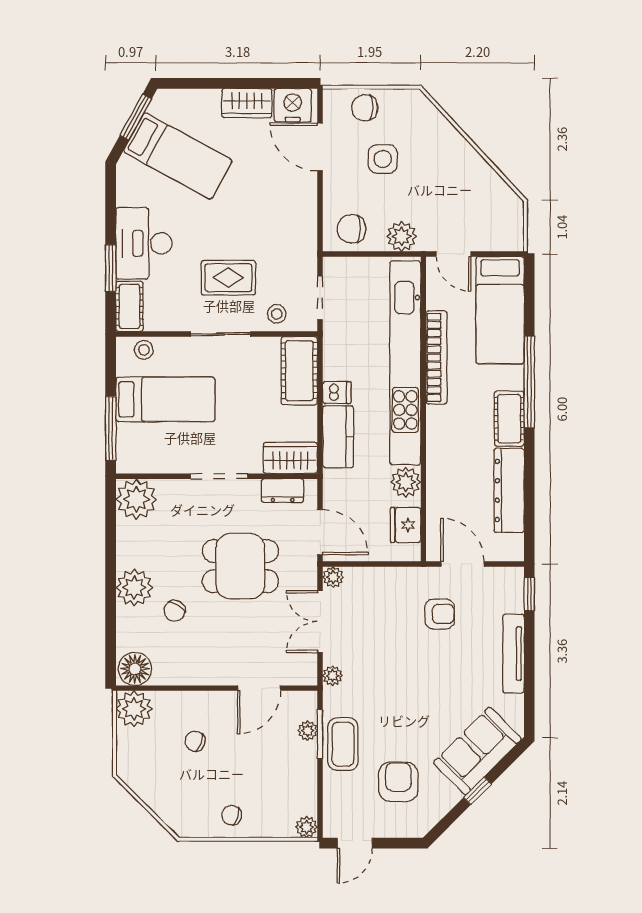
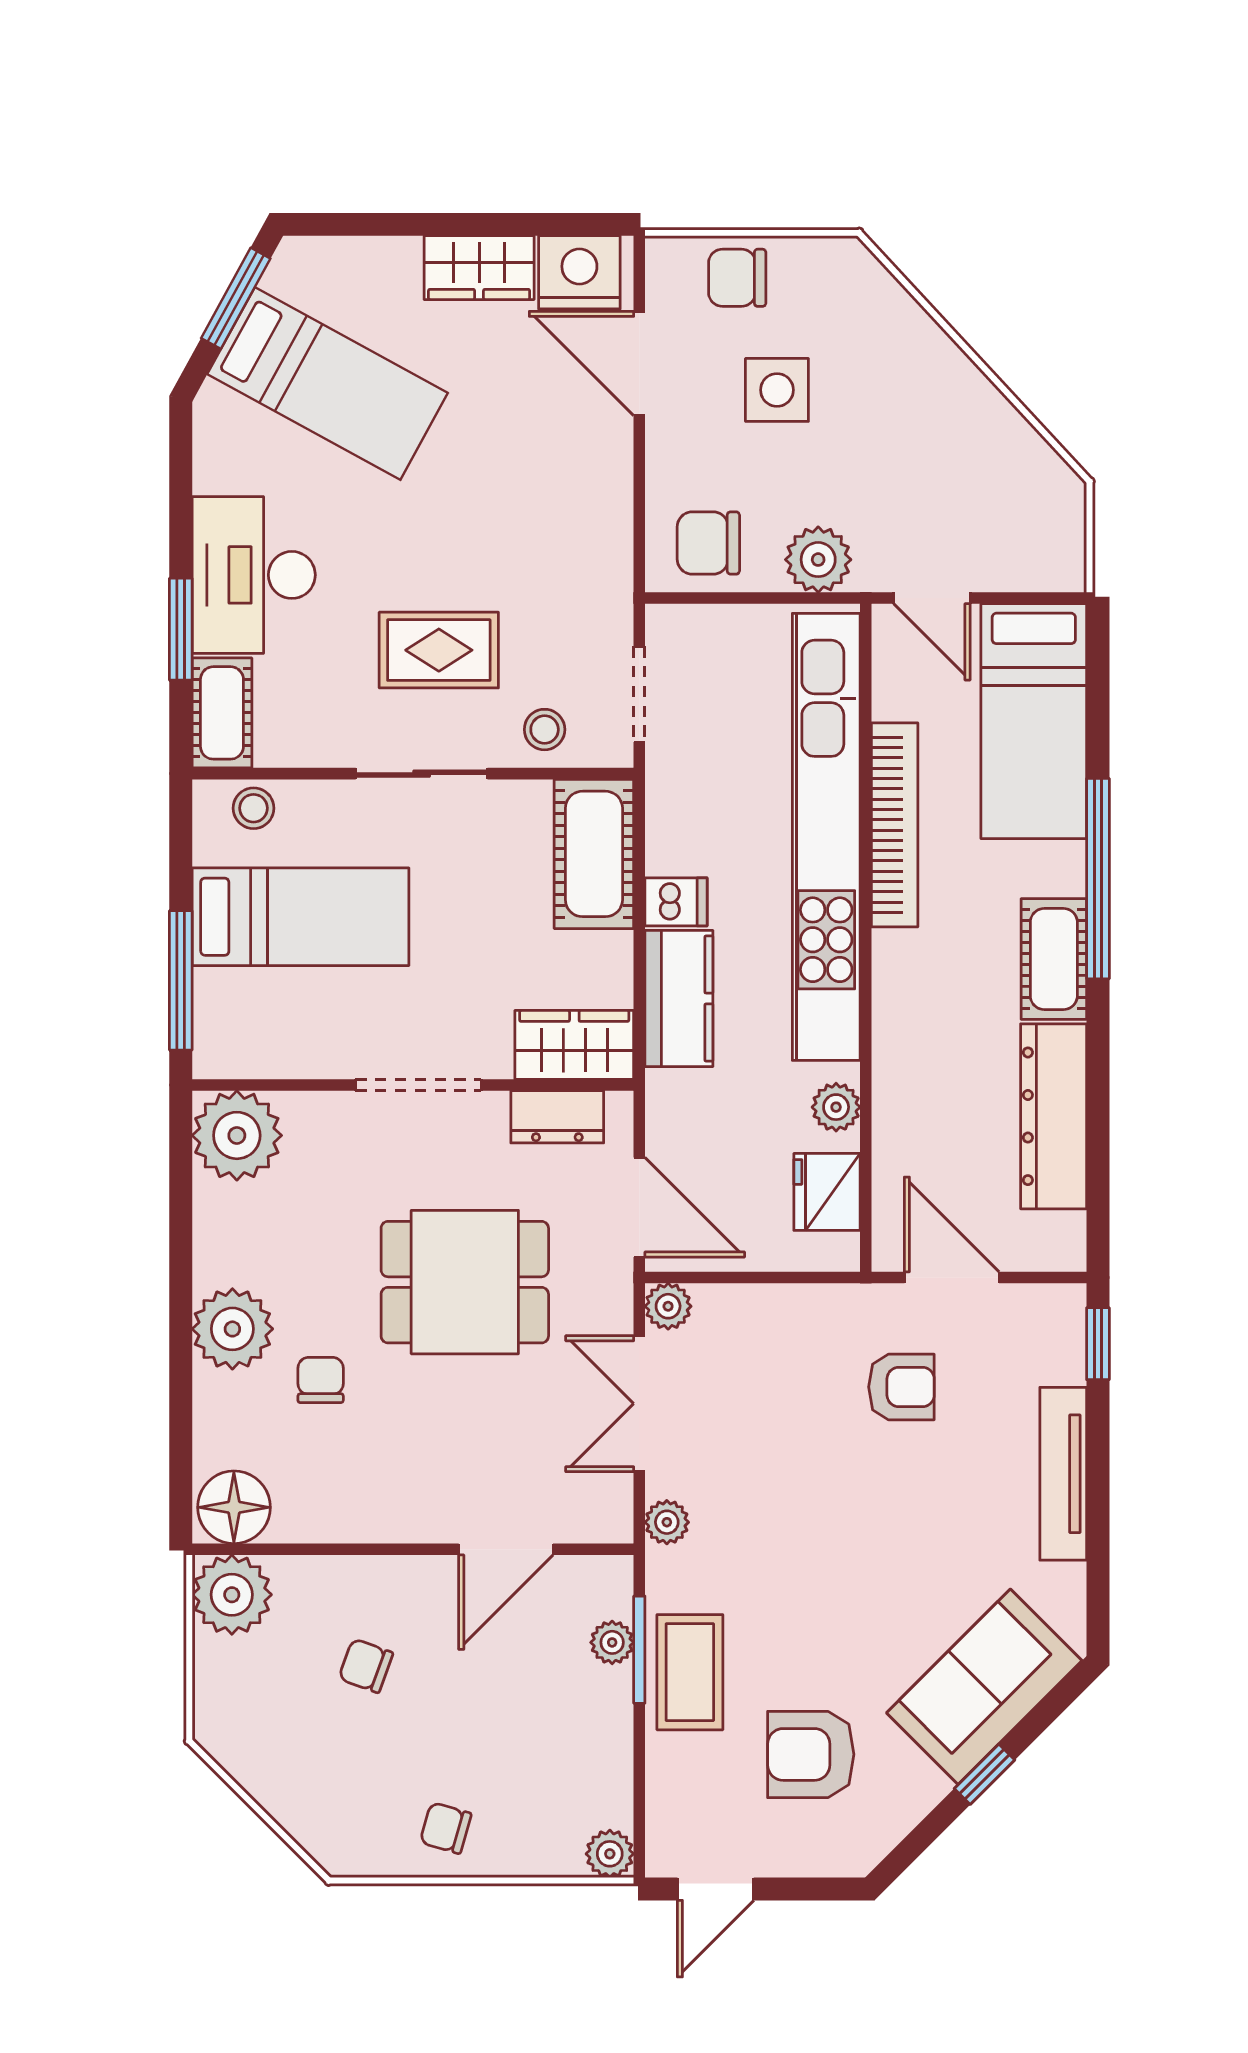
plant: (406, 482) -> (836, 1107), width x0.73, depth x0.73
chair: (175, 611) -> (321, 1380), turned 150
armchair: (398, 782) -> (811, 1754), turned -90

